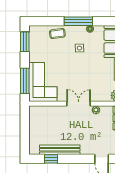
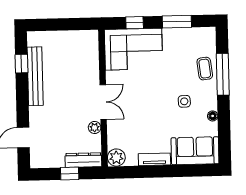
window: (78, 21) -> (223, 74), moved
window: (25, 42) -> (177, 22), moved
window: (25, 81) -> (135, 23), width x0.46

